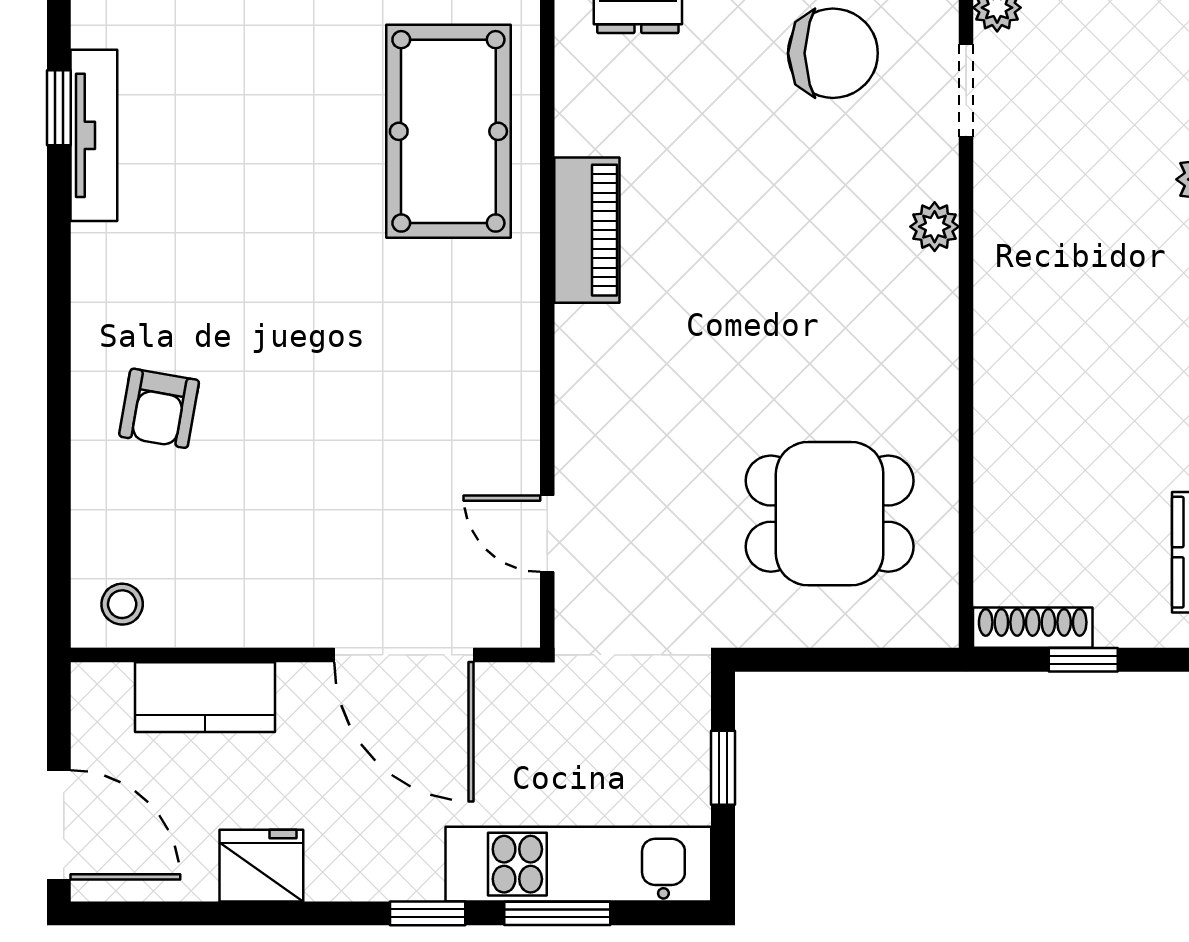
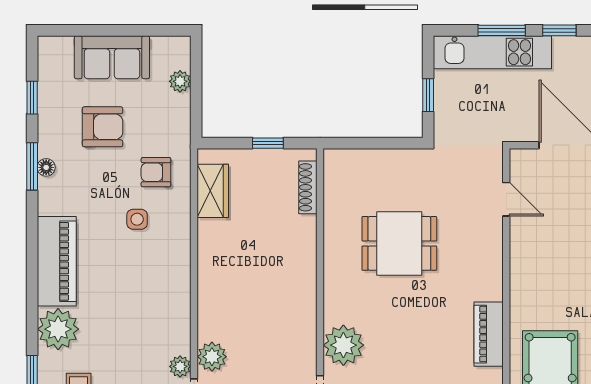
plant: (935, 227) -> (343, 345), width x1.88, depth x1.88
dining table: (830, 514) -> (399, 243), moved
shoe rack: (1033, 628) -> (308, 187), moved, turned 90

